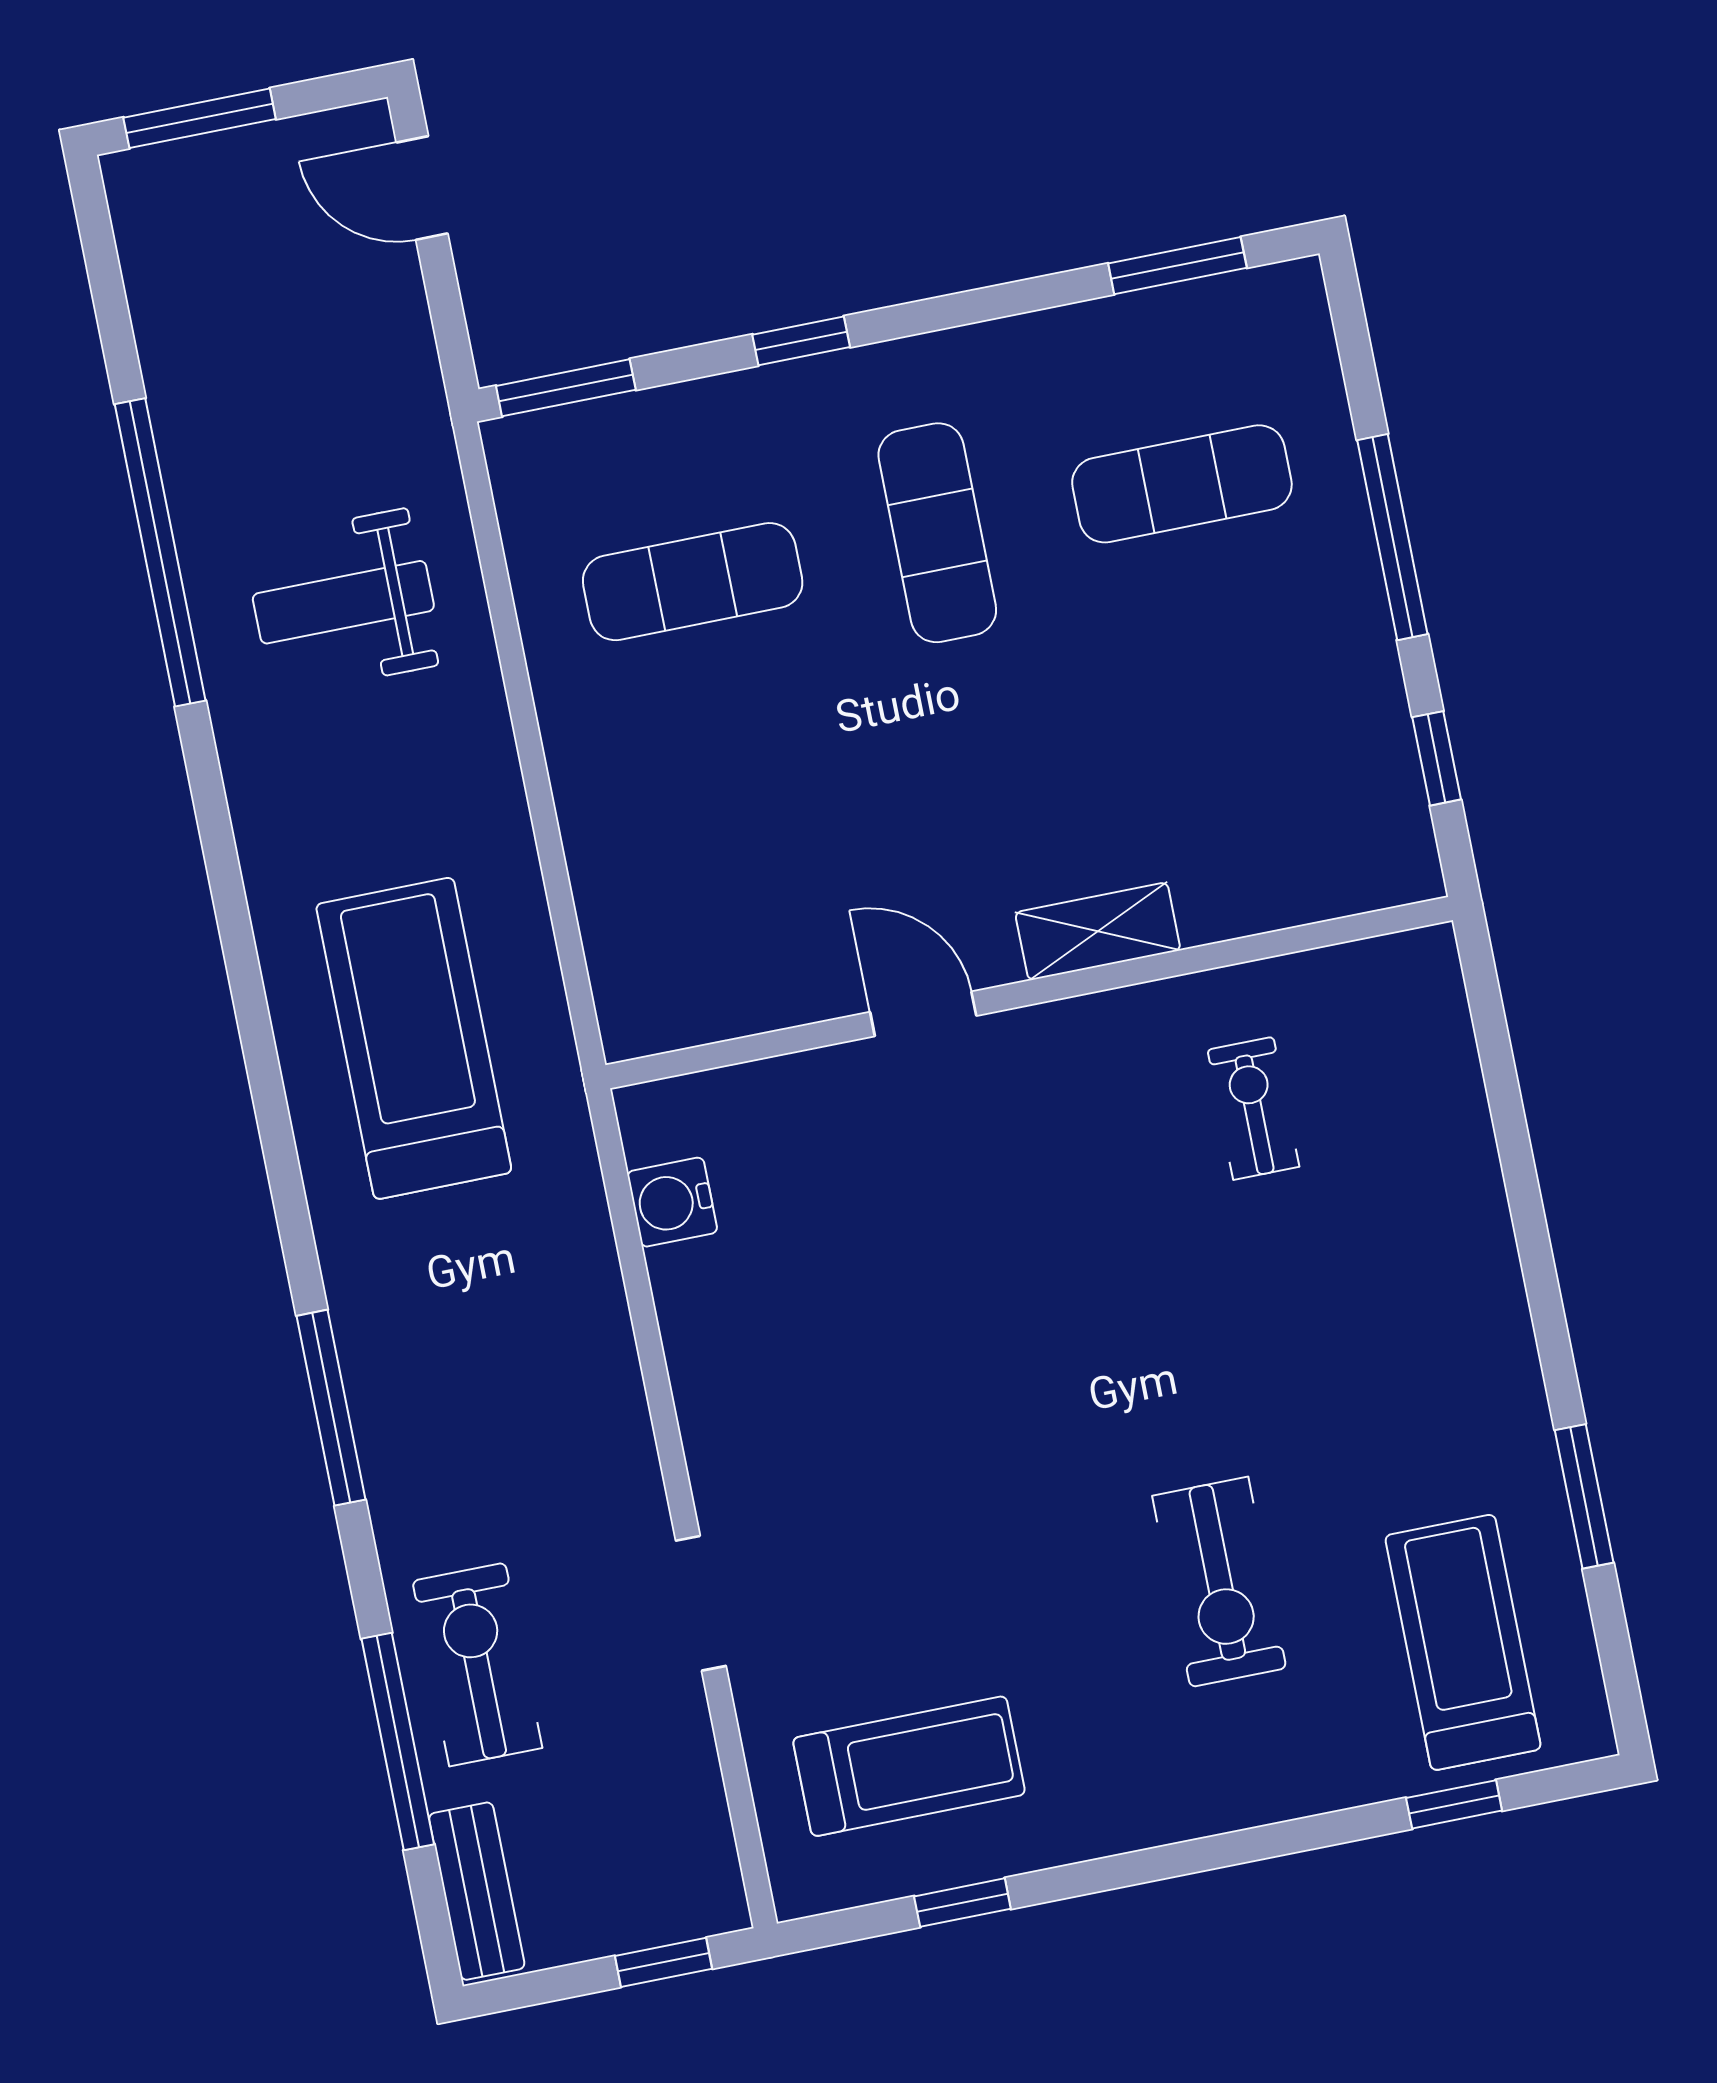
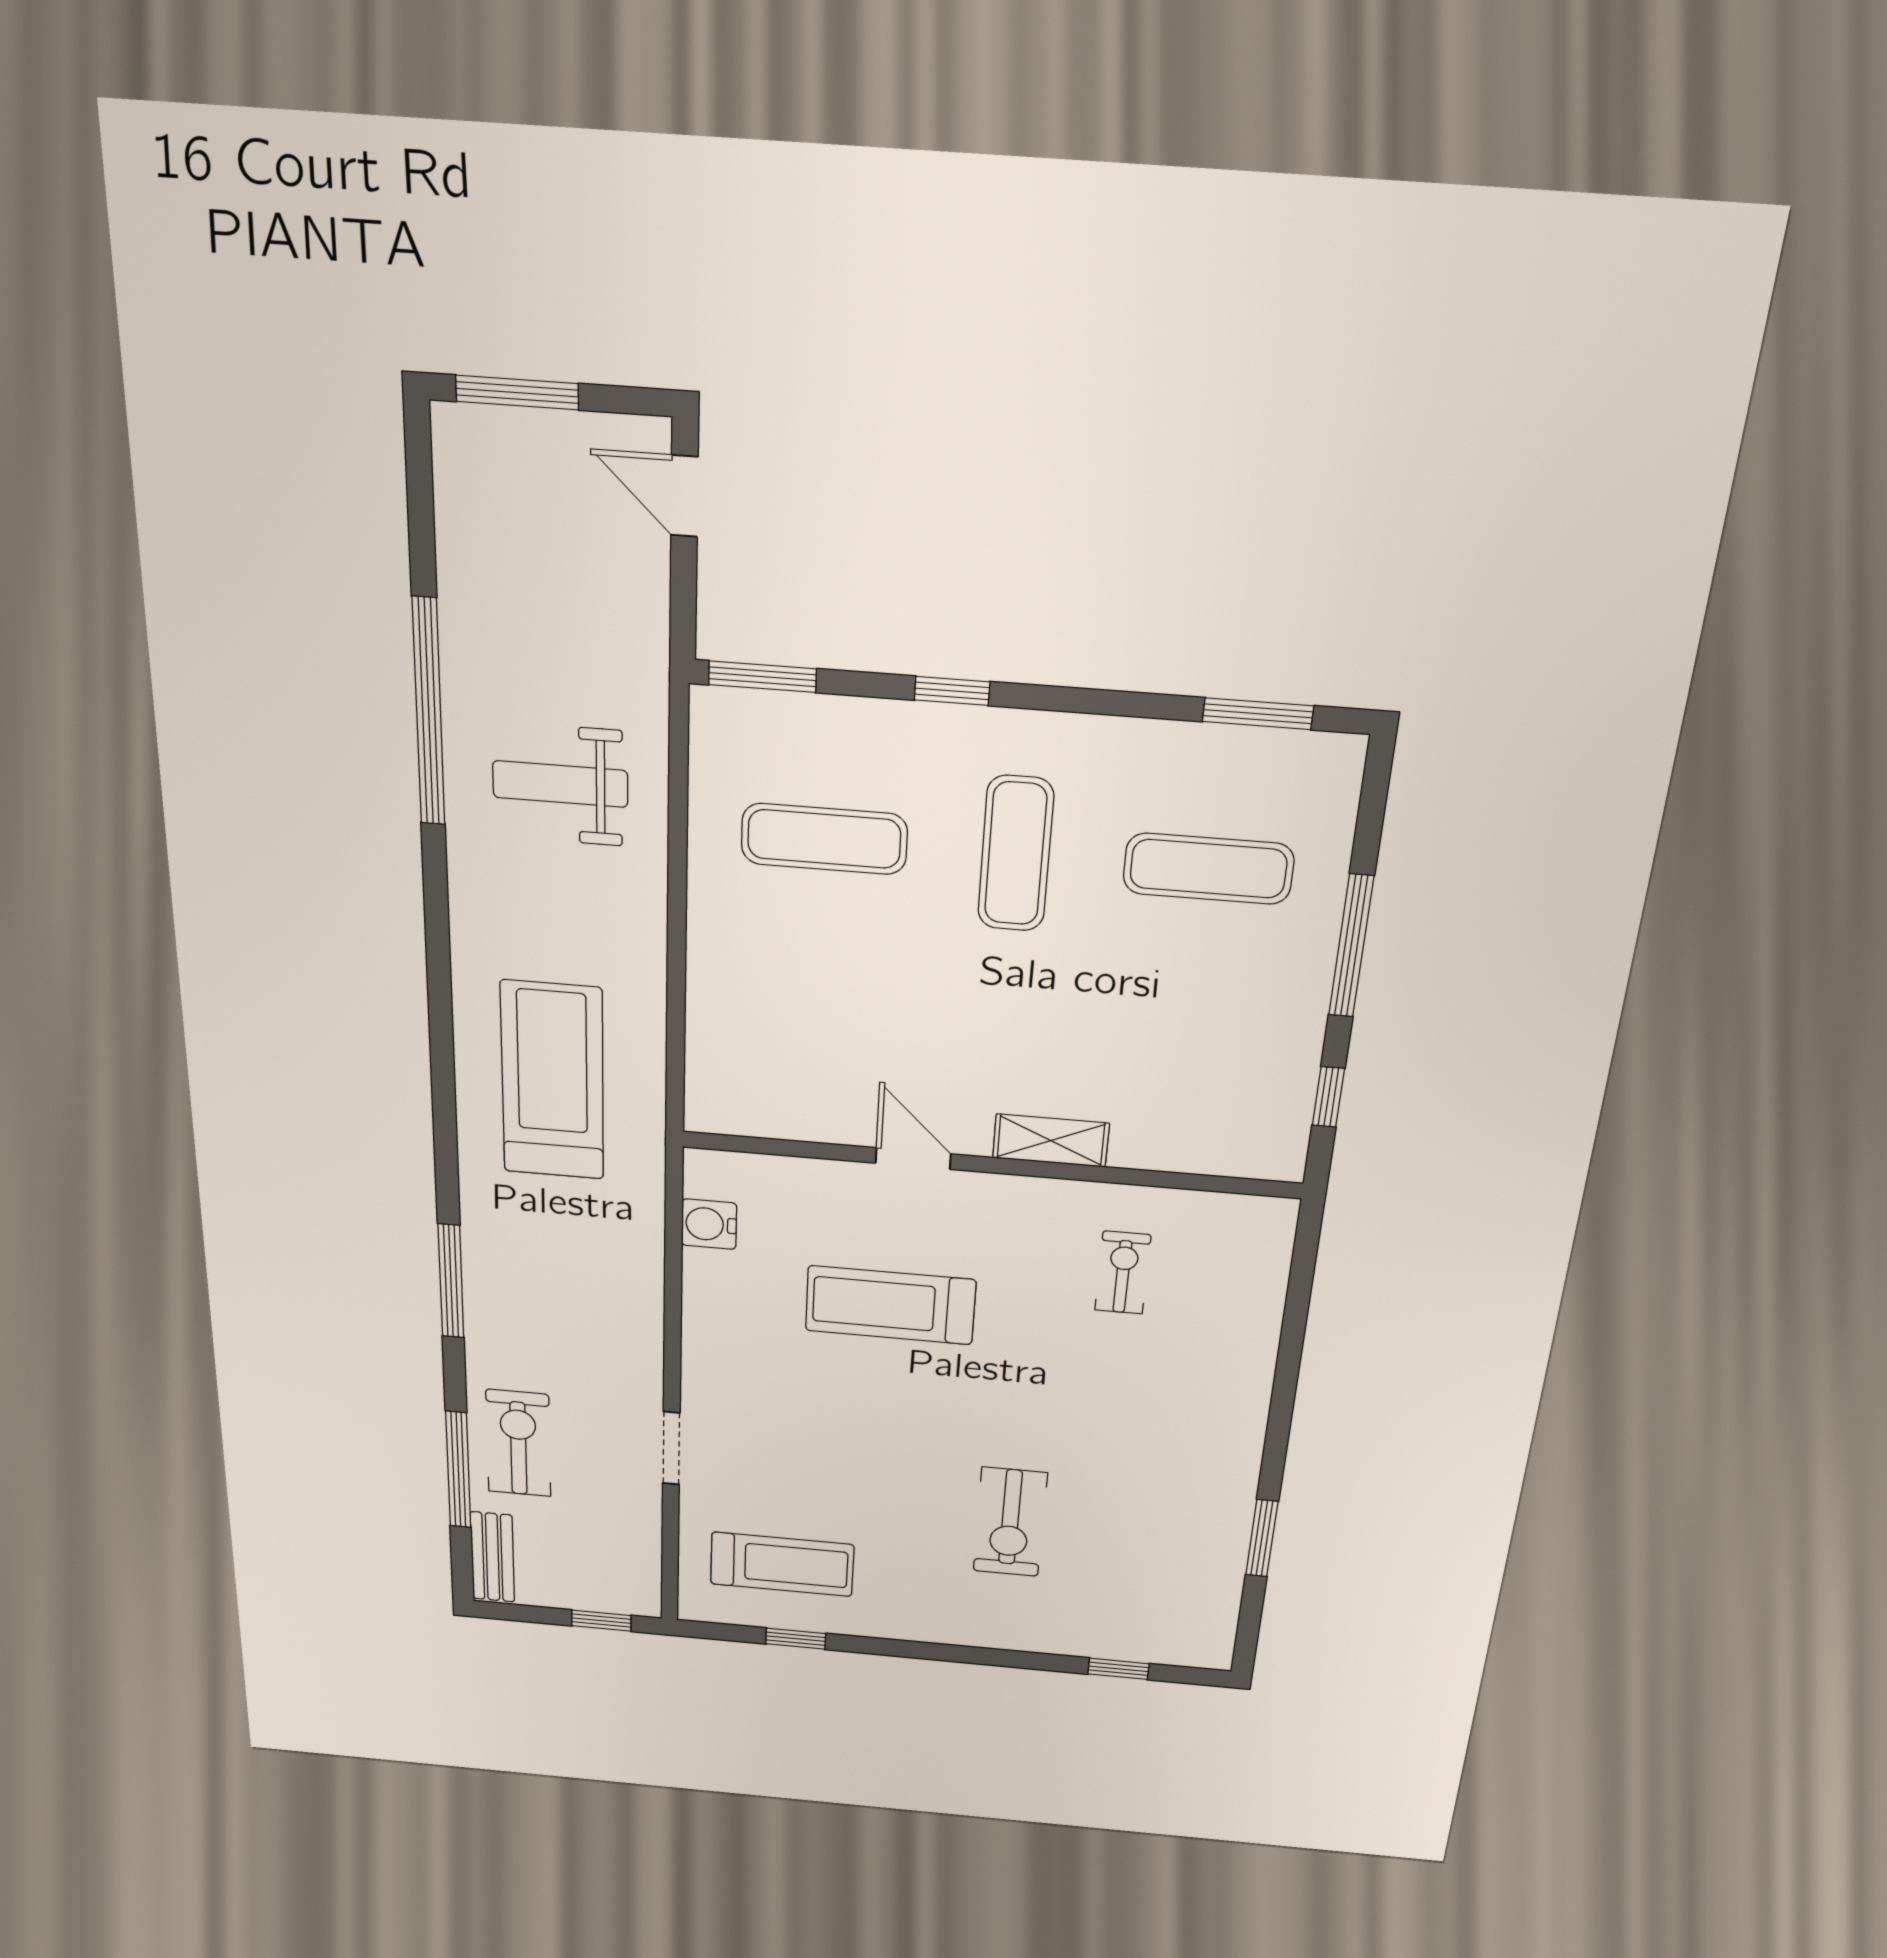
treadmill: (1463, 1642) -> (890, 1305), moved, turned -90

